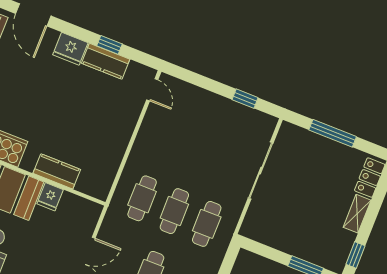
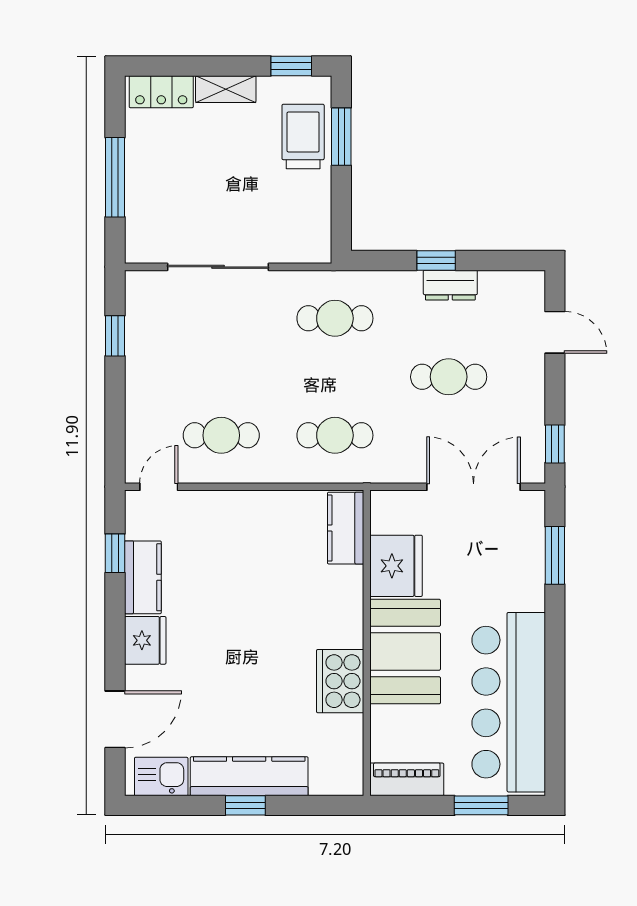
window: (109, 45) -> (115, 553), moved
kitchen counter: (57, 171) -> (346, 528), moved
fridge: (50, 197) -> (396, 566), width x1.88, depth x1.34
cafe table: (174, 211) -> (221, 435), moved
trolley: (314, 246) -> (303, 137), added

